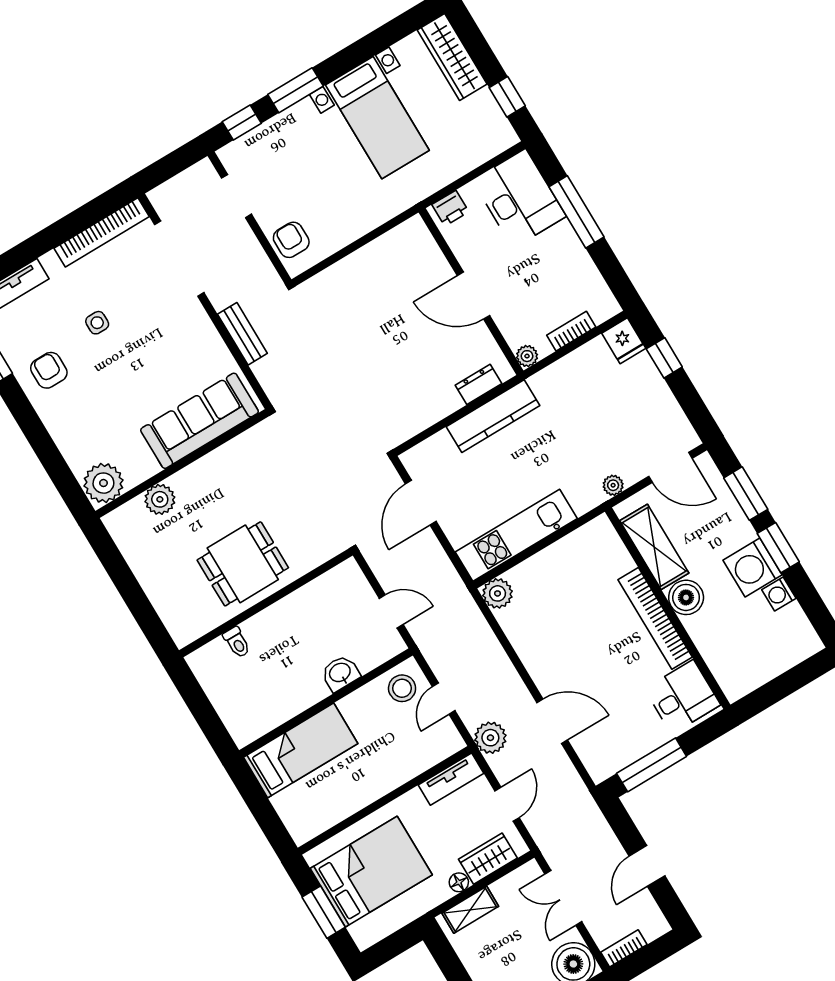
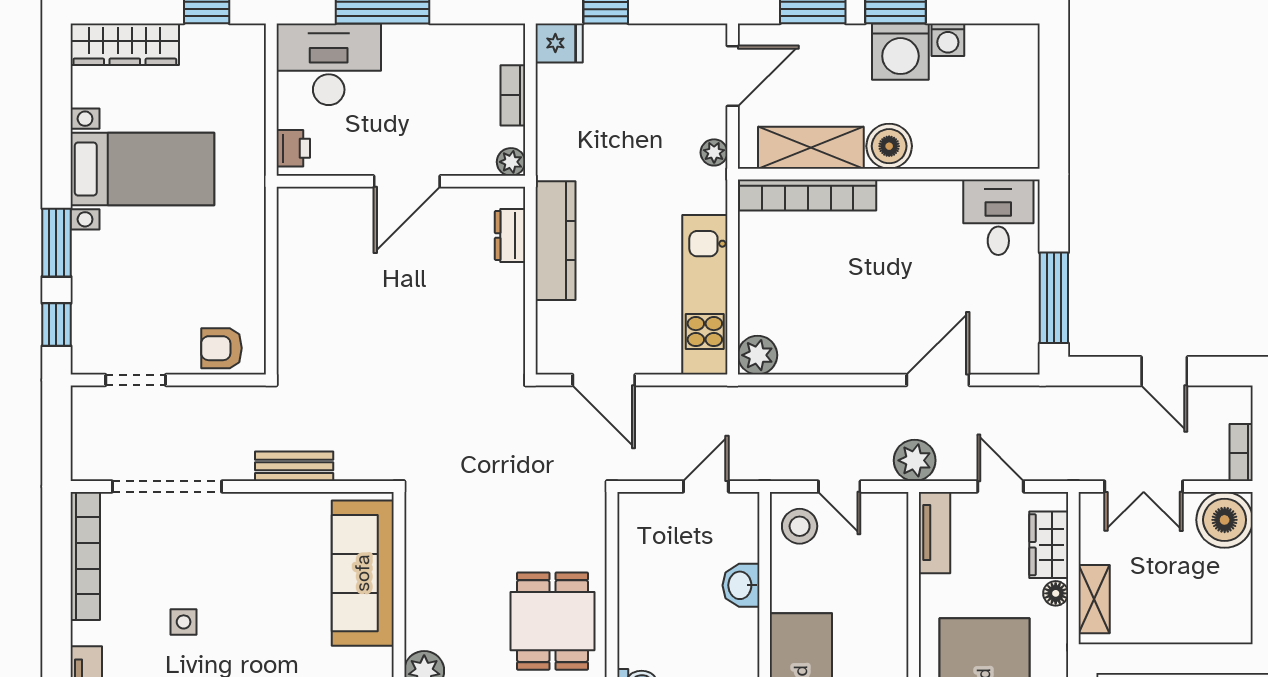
bookcase: (655, 618) -> (808, 195), moved

